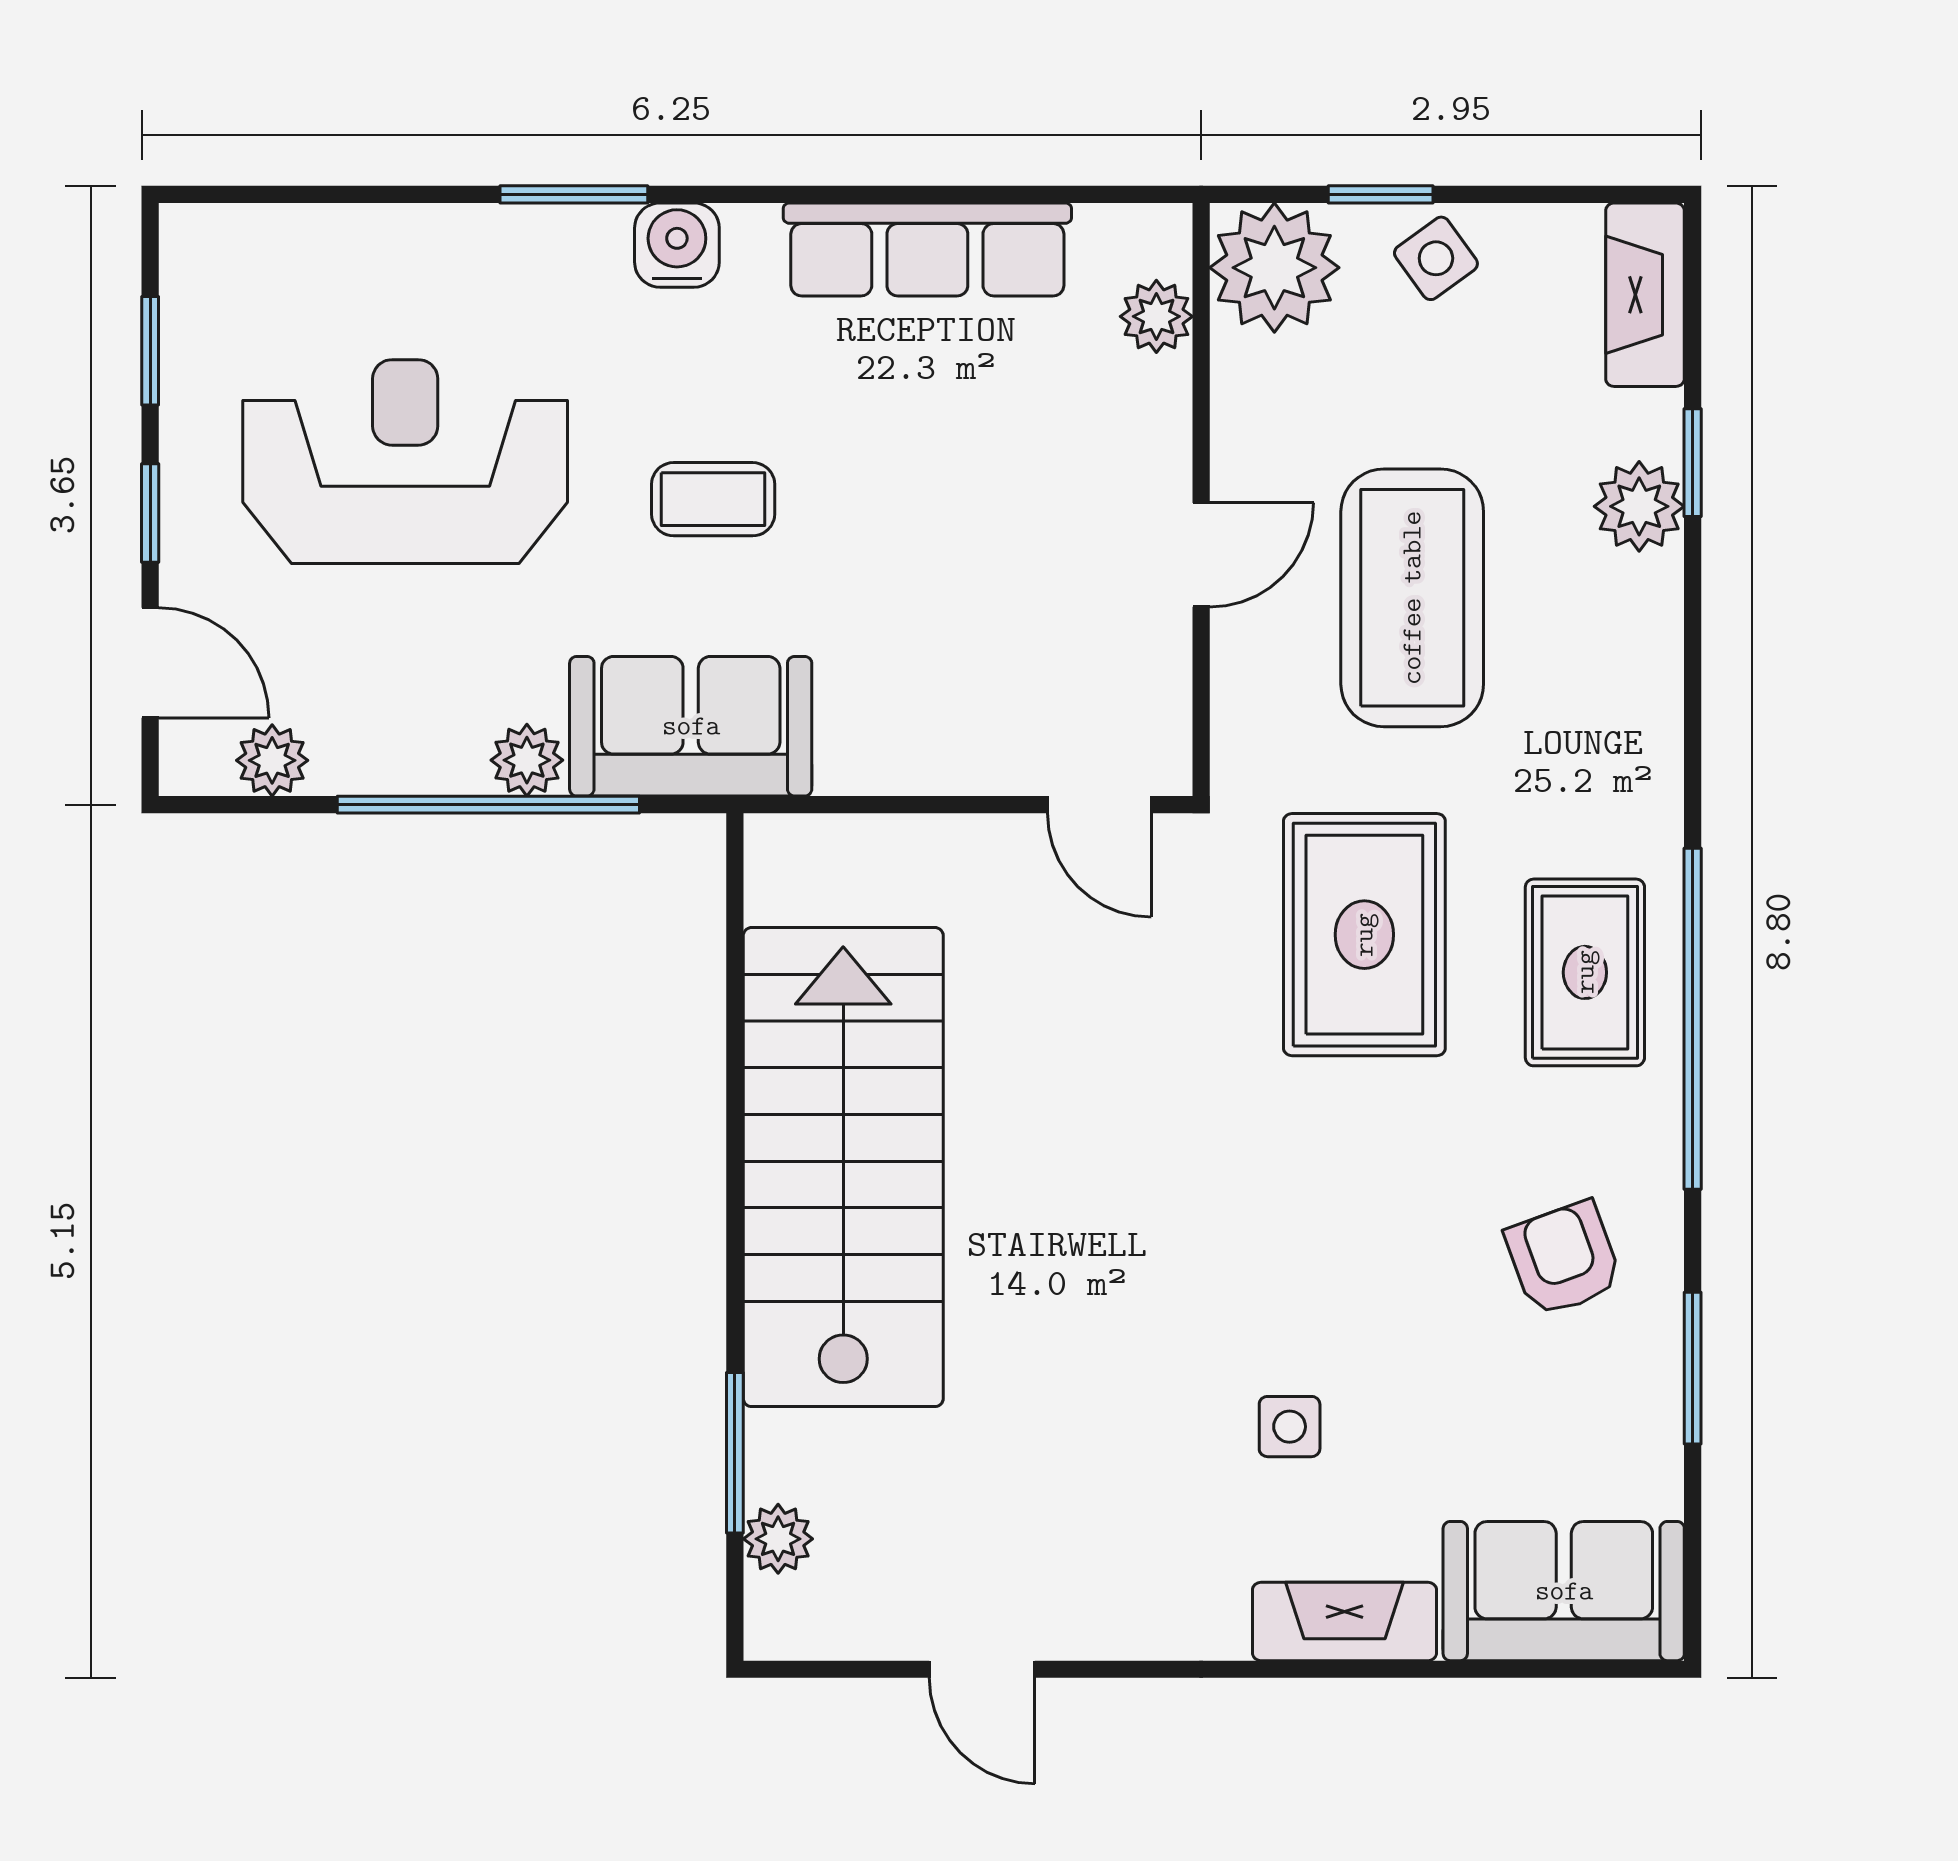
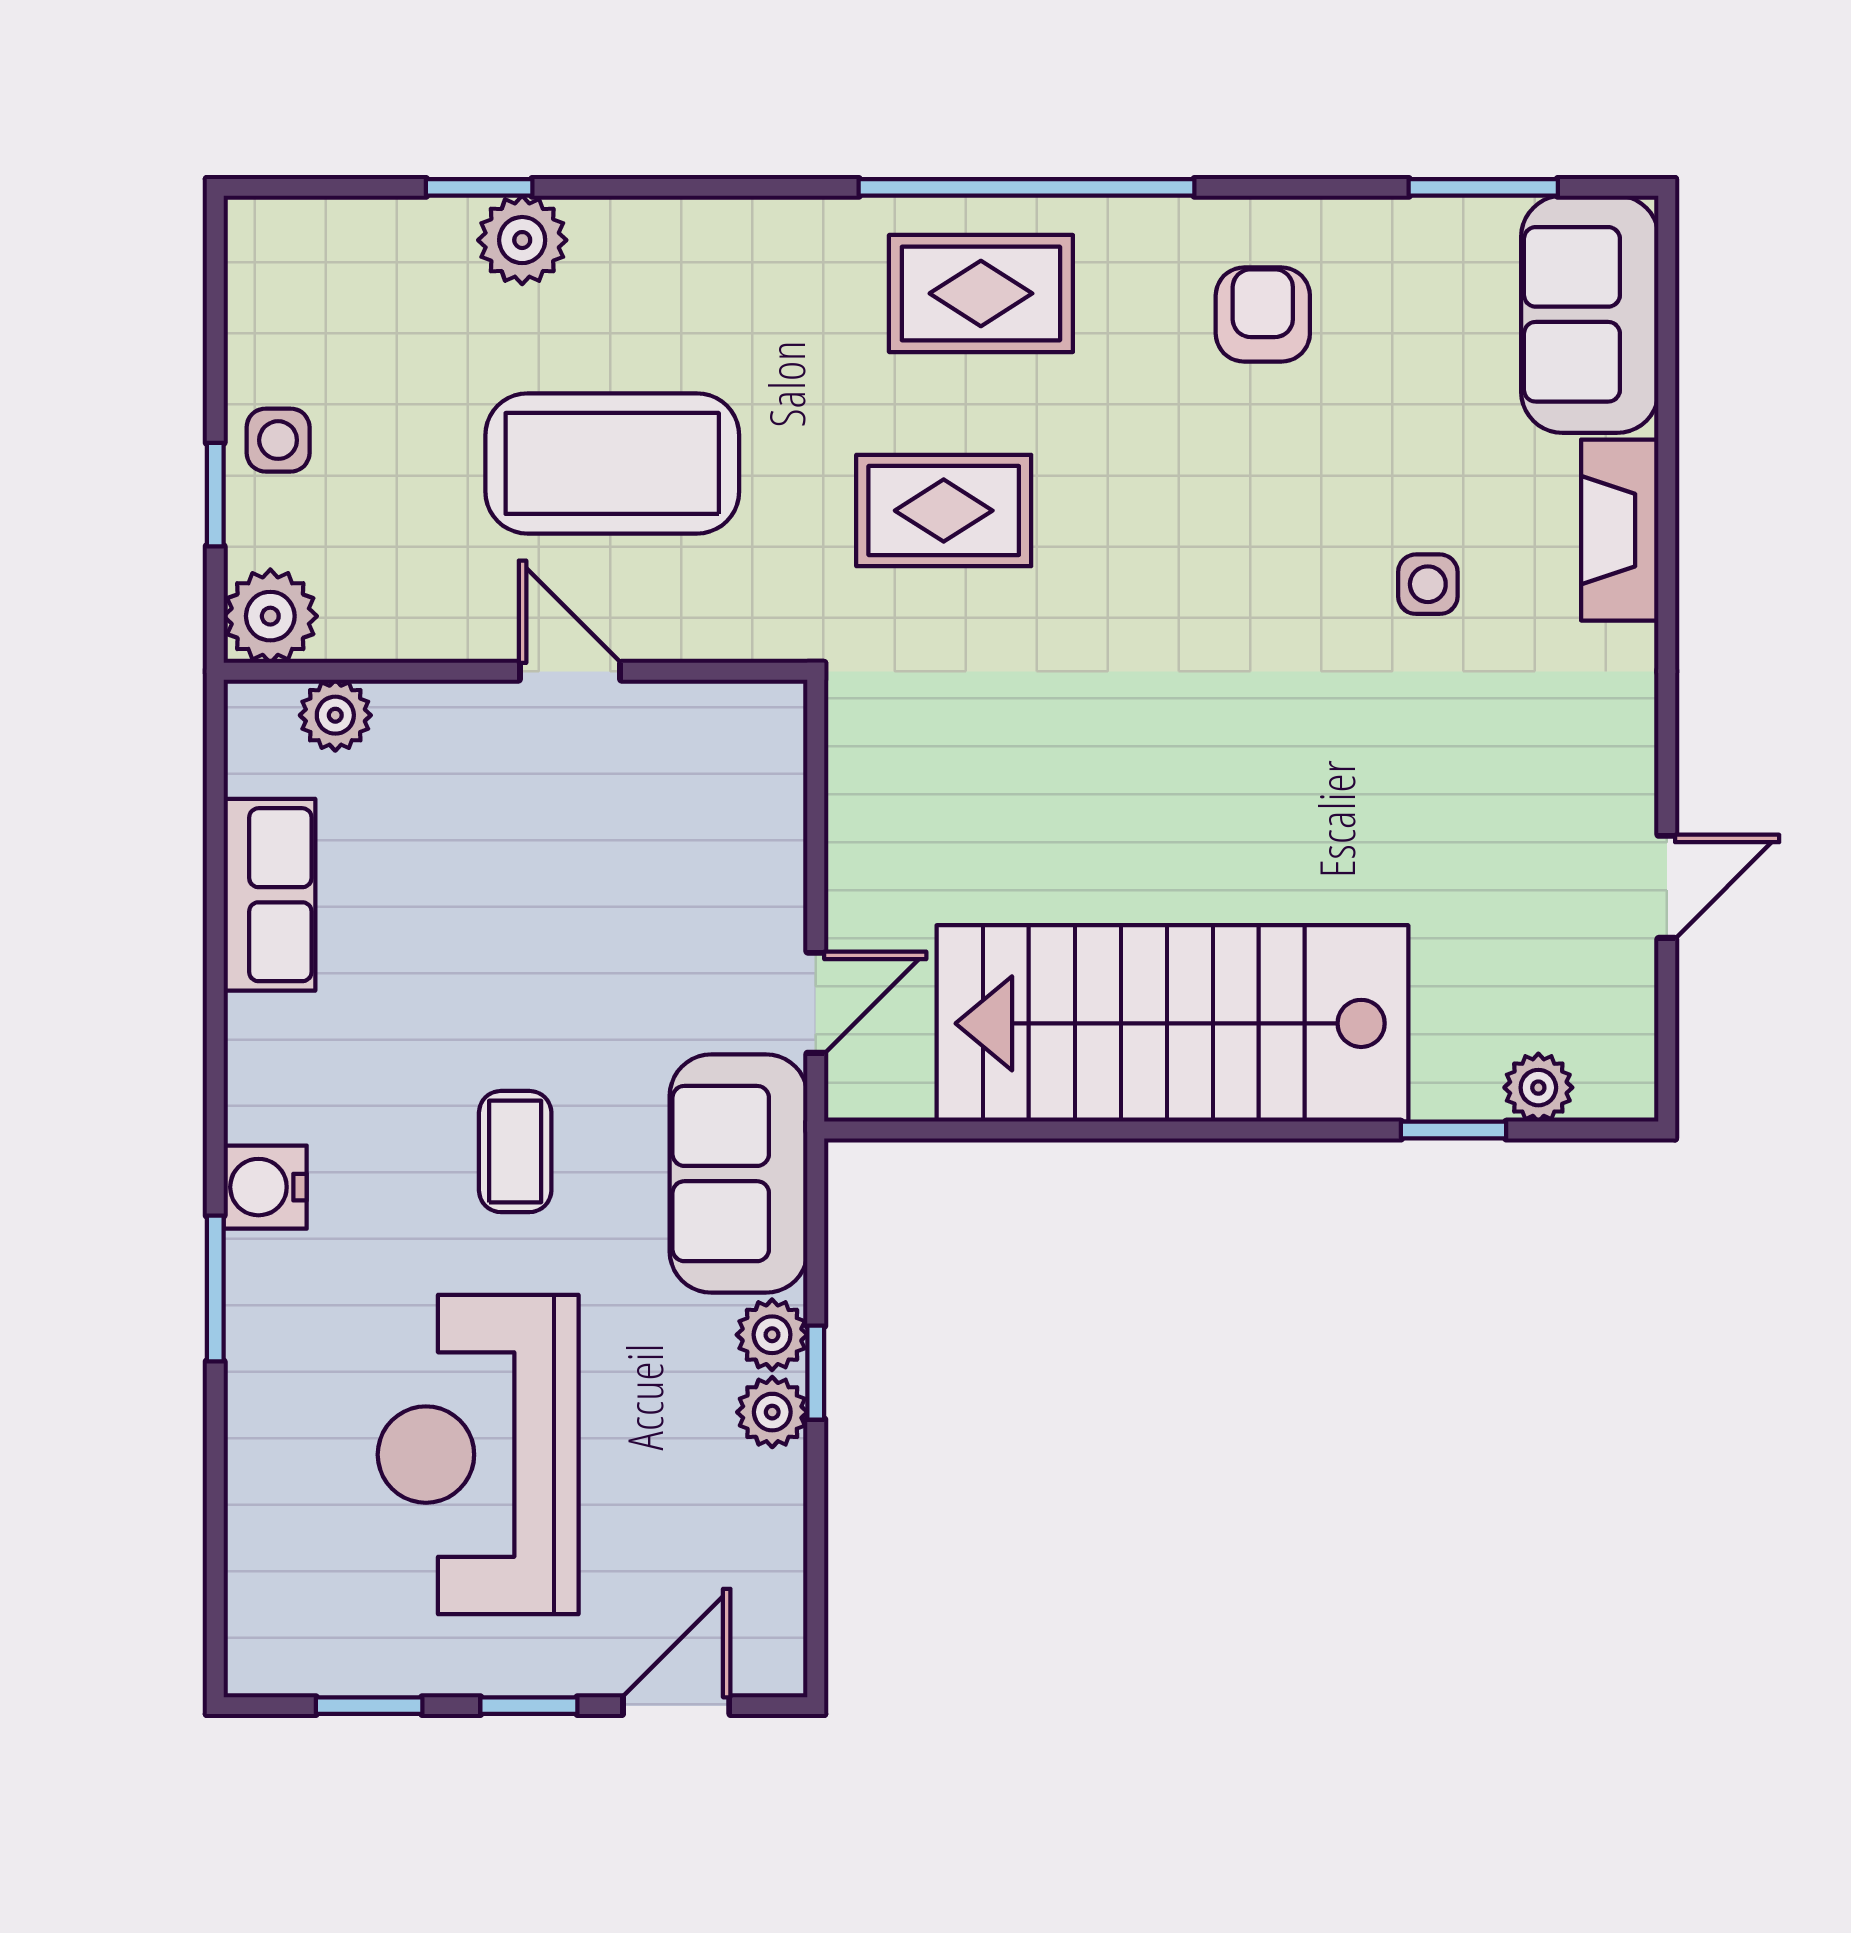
row of seats: (927, 249) -> (269, 895), width x0.68
side table: (1436, 258) -> (278, 440), turned 36
plant: (1274, 268) -> (270, 616), width x0.73, depth x0.73
fireplace: (1645, 295) -> (314, 234), removed
plant: (272, 760) -> (772, 1412), moved
window: (488, 805) -> (816, 1373), width x0.32
door: (1099, 805) -> (816, 1003), moved
rug: (1364, 935) -> (944, 511), width x0.73, depth x0.70
armchair: (1564, 1259) -> (1263, 315), turned 110
window: (1693, 1368) -> (1483, 187), moved
window: (735, 1453) -> (1454, 1130), width x0.67

